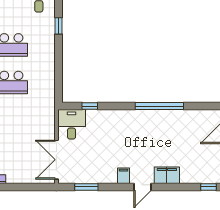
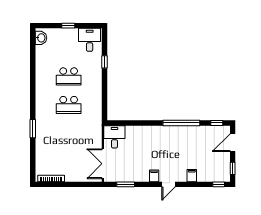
window: (90, 106) -> (217, 123), moved
filing cabinet: (167, 175) -> (192, 176), width x0.50

